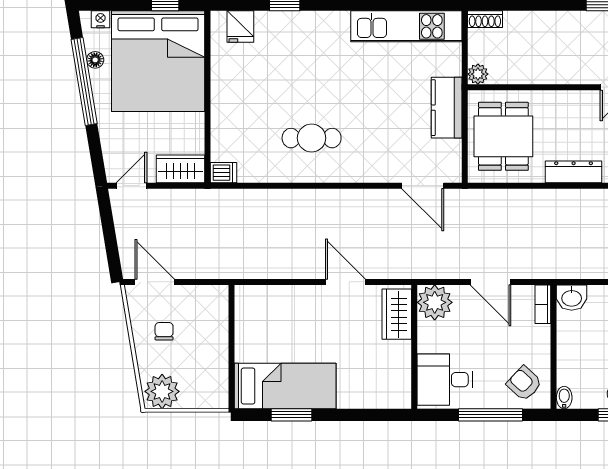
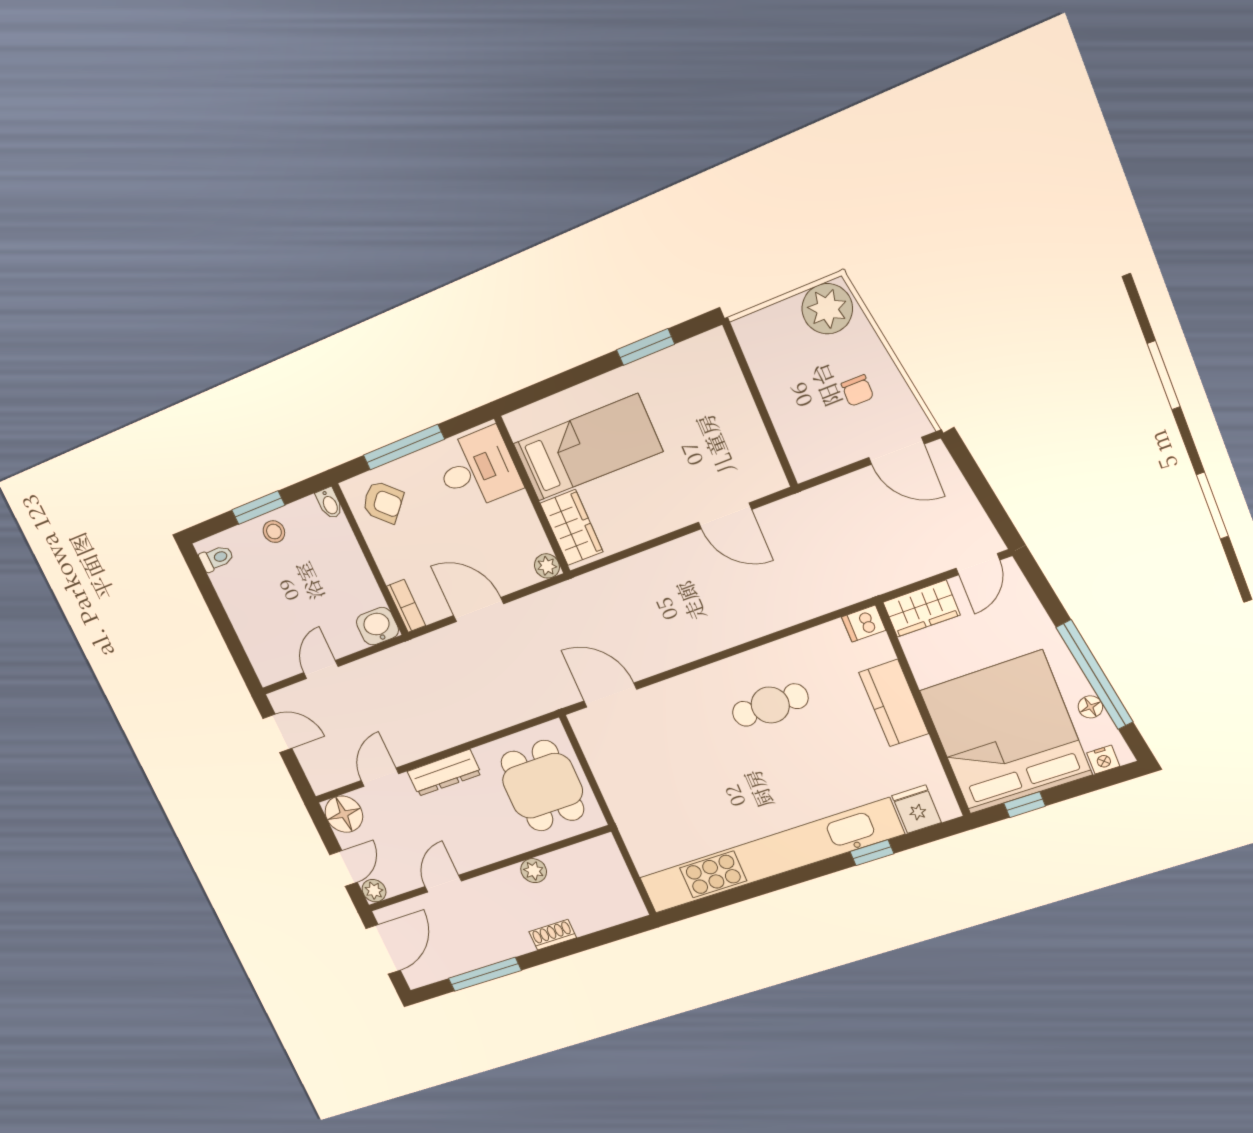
shoe rack: (485, 19) -> (553, 935), moved
kitchen unit: (406, 26) -> (770, 856), width x1.86
plant: (478, 74) -> (534, 871), moved
kitchen counter: (447, 108) -> (894, 703), moved, turned 180
door: (345, 282) -> (725, 516), moved
plant: (435, 302) -> (547, 566), width x0.53, depth x0.53
bed: (285, 386) -> (588, 447), moved, turned 180

